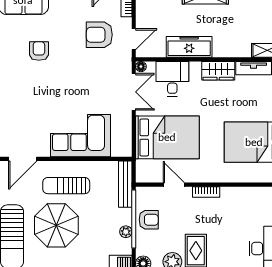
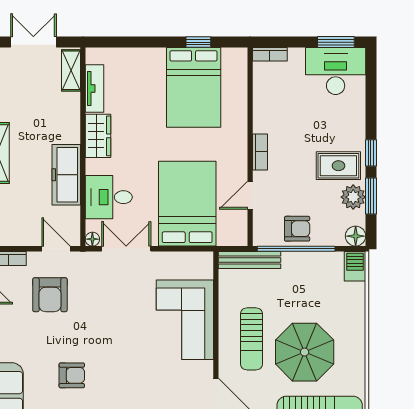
armchair: (39, 51) -> (72, 375), turned 180
armchair: (149, 220) -> (297, 229), turned 90
plant: (126, 232) -> (313, 259), removed

